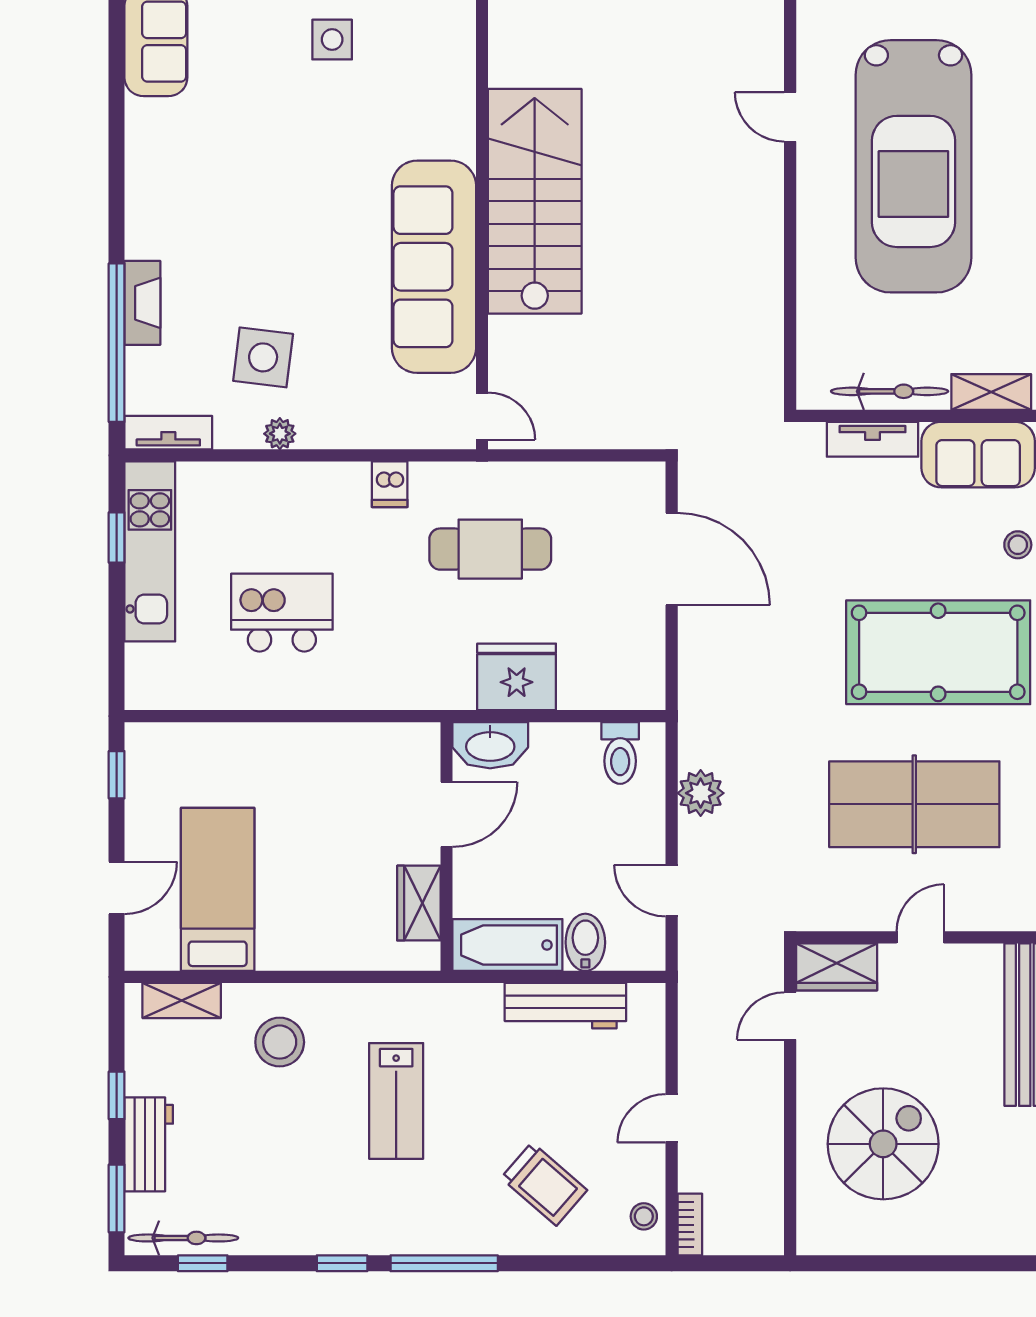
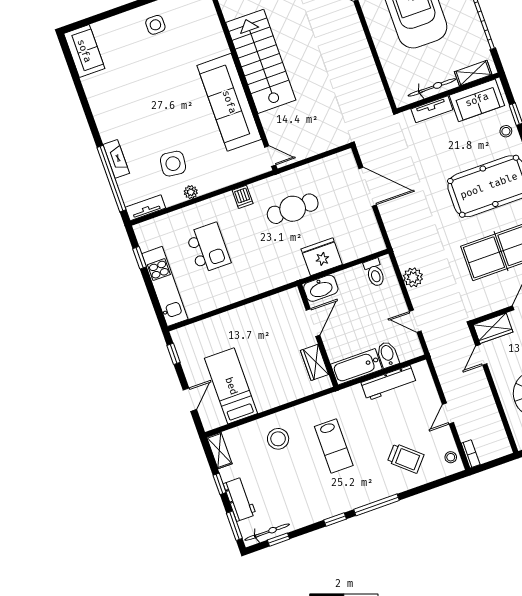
kitchen unit: (150, 551) -> (165, 286), moved
kitchen island: (282, 613) -> (208, 248), moved, turned 90
shelving: (182, 1000) -> (219, 450), moved, turned 90

